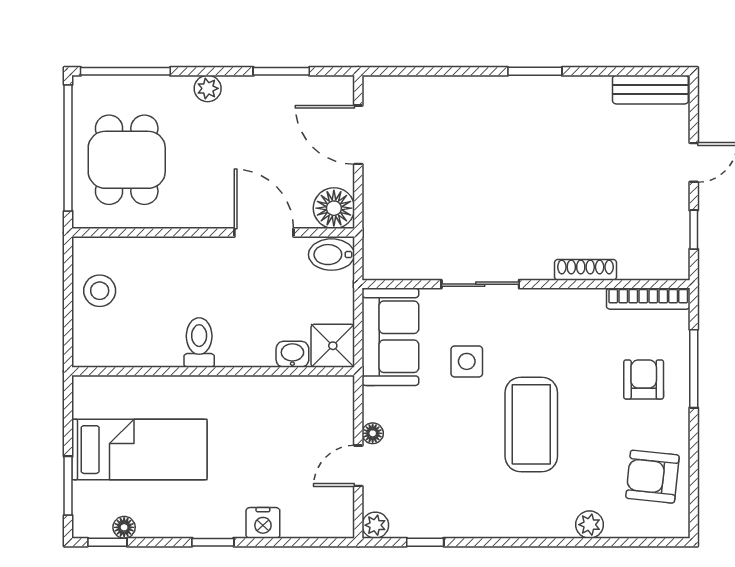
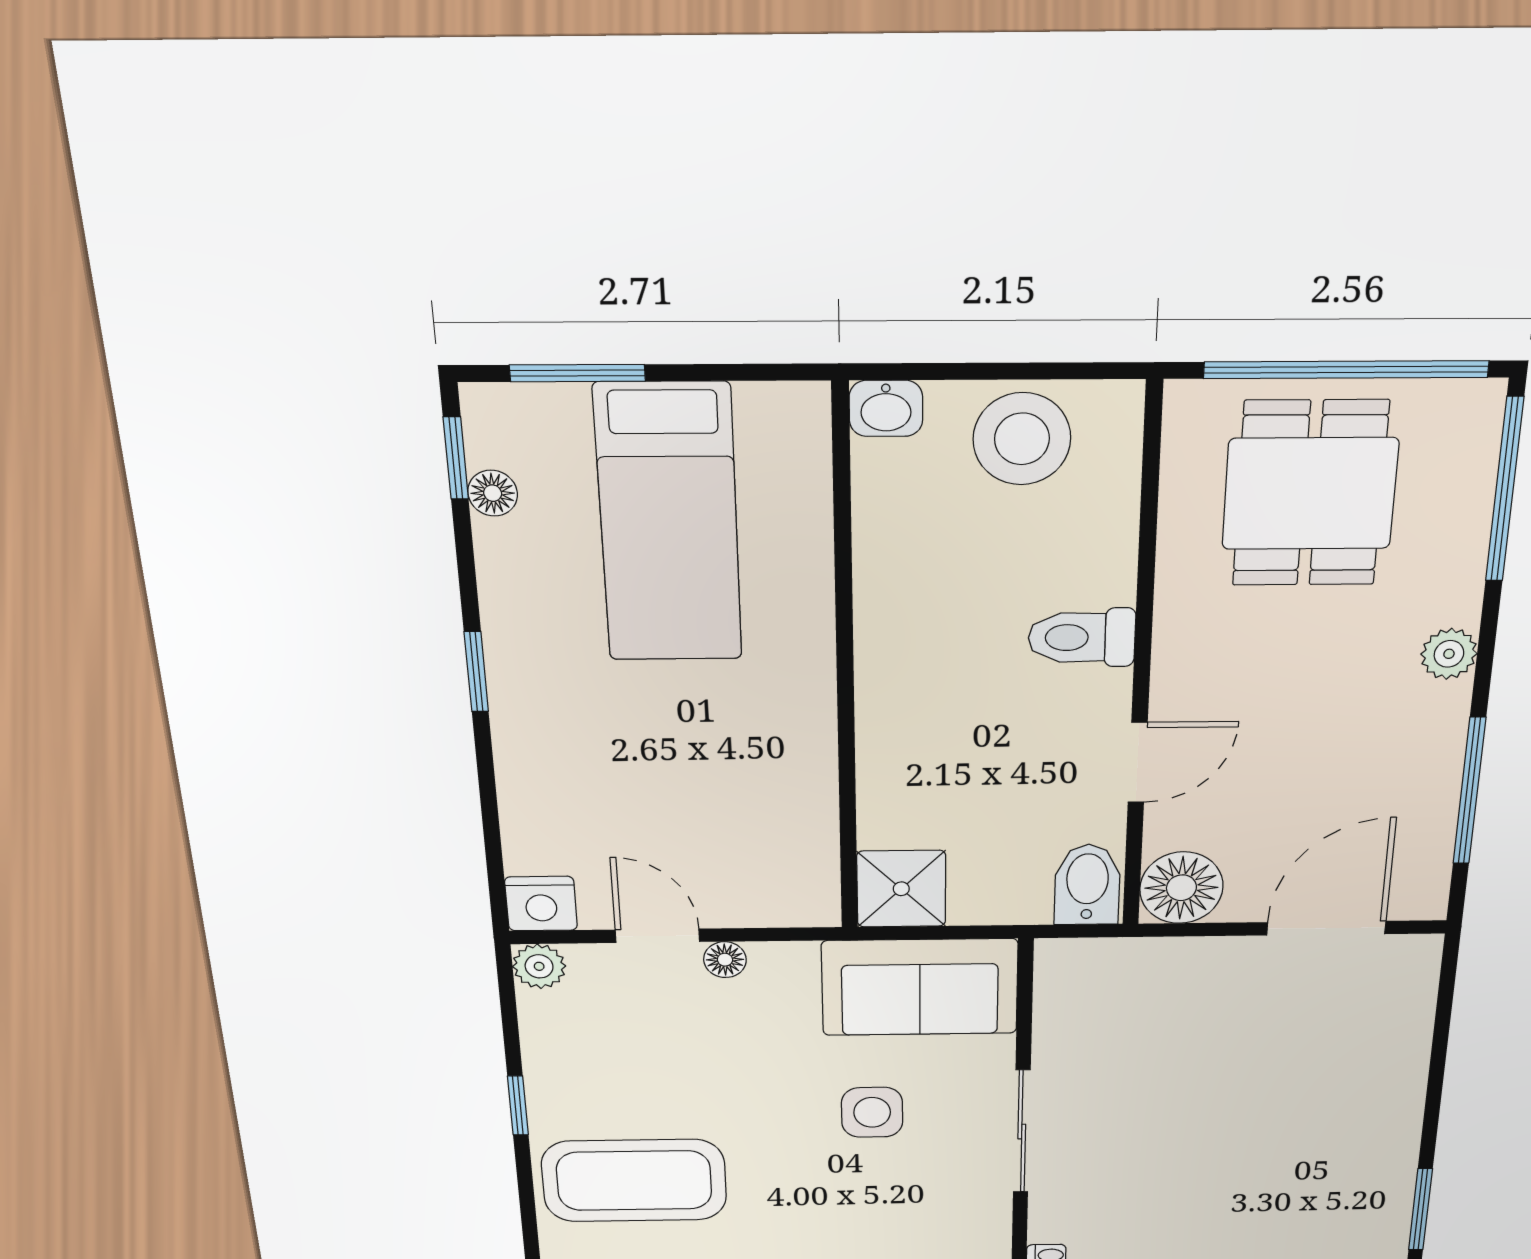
window: (281, 71) -> (1469, 791), width x1.44
dining table: (127, 160) -> (1310, 494), turned 90
door: (264, 233) -> (1138, 763), width x0.73
stool: (100, 291) -> (1022, 439), width x1.38, depth x1.38
toilet: (199, 343) -> (1082, 637), moved, turned 180
washbasin: (292, 354) -> (886, 408), moved, turned 90
coffee table: (531, 424) -> (634, 1181), moved
nightstand: (263, 523) -> (541, 904), moved, turned -90
window: (425, 542) -> (518, 1106), moved

